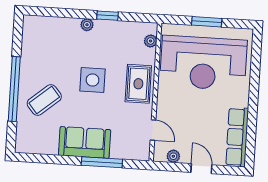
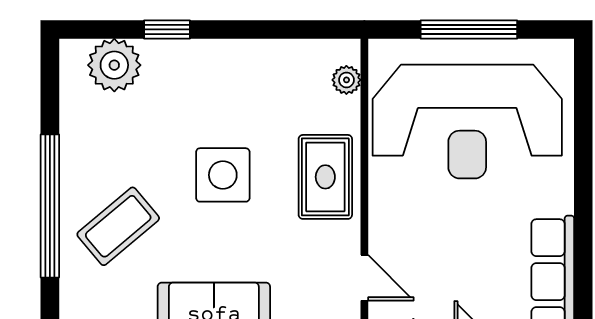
window: (108, 16) -> (167, 29), moved
window: (207, 22) -> (469, 29), width x1.44
plant: (87, 25) -> (114, 65), moved, width x1.88, depth x1.88

